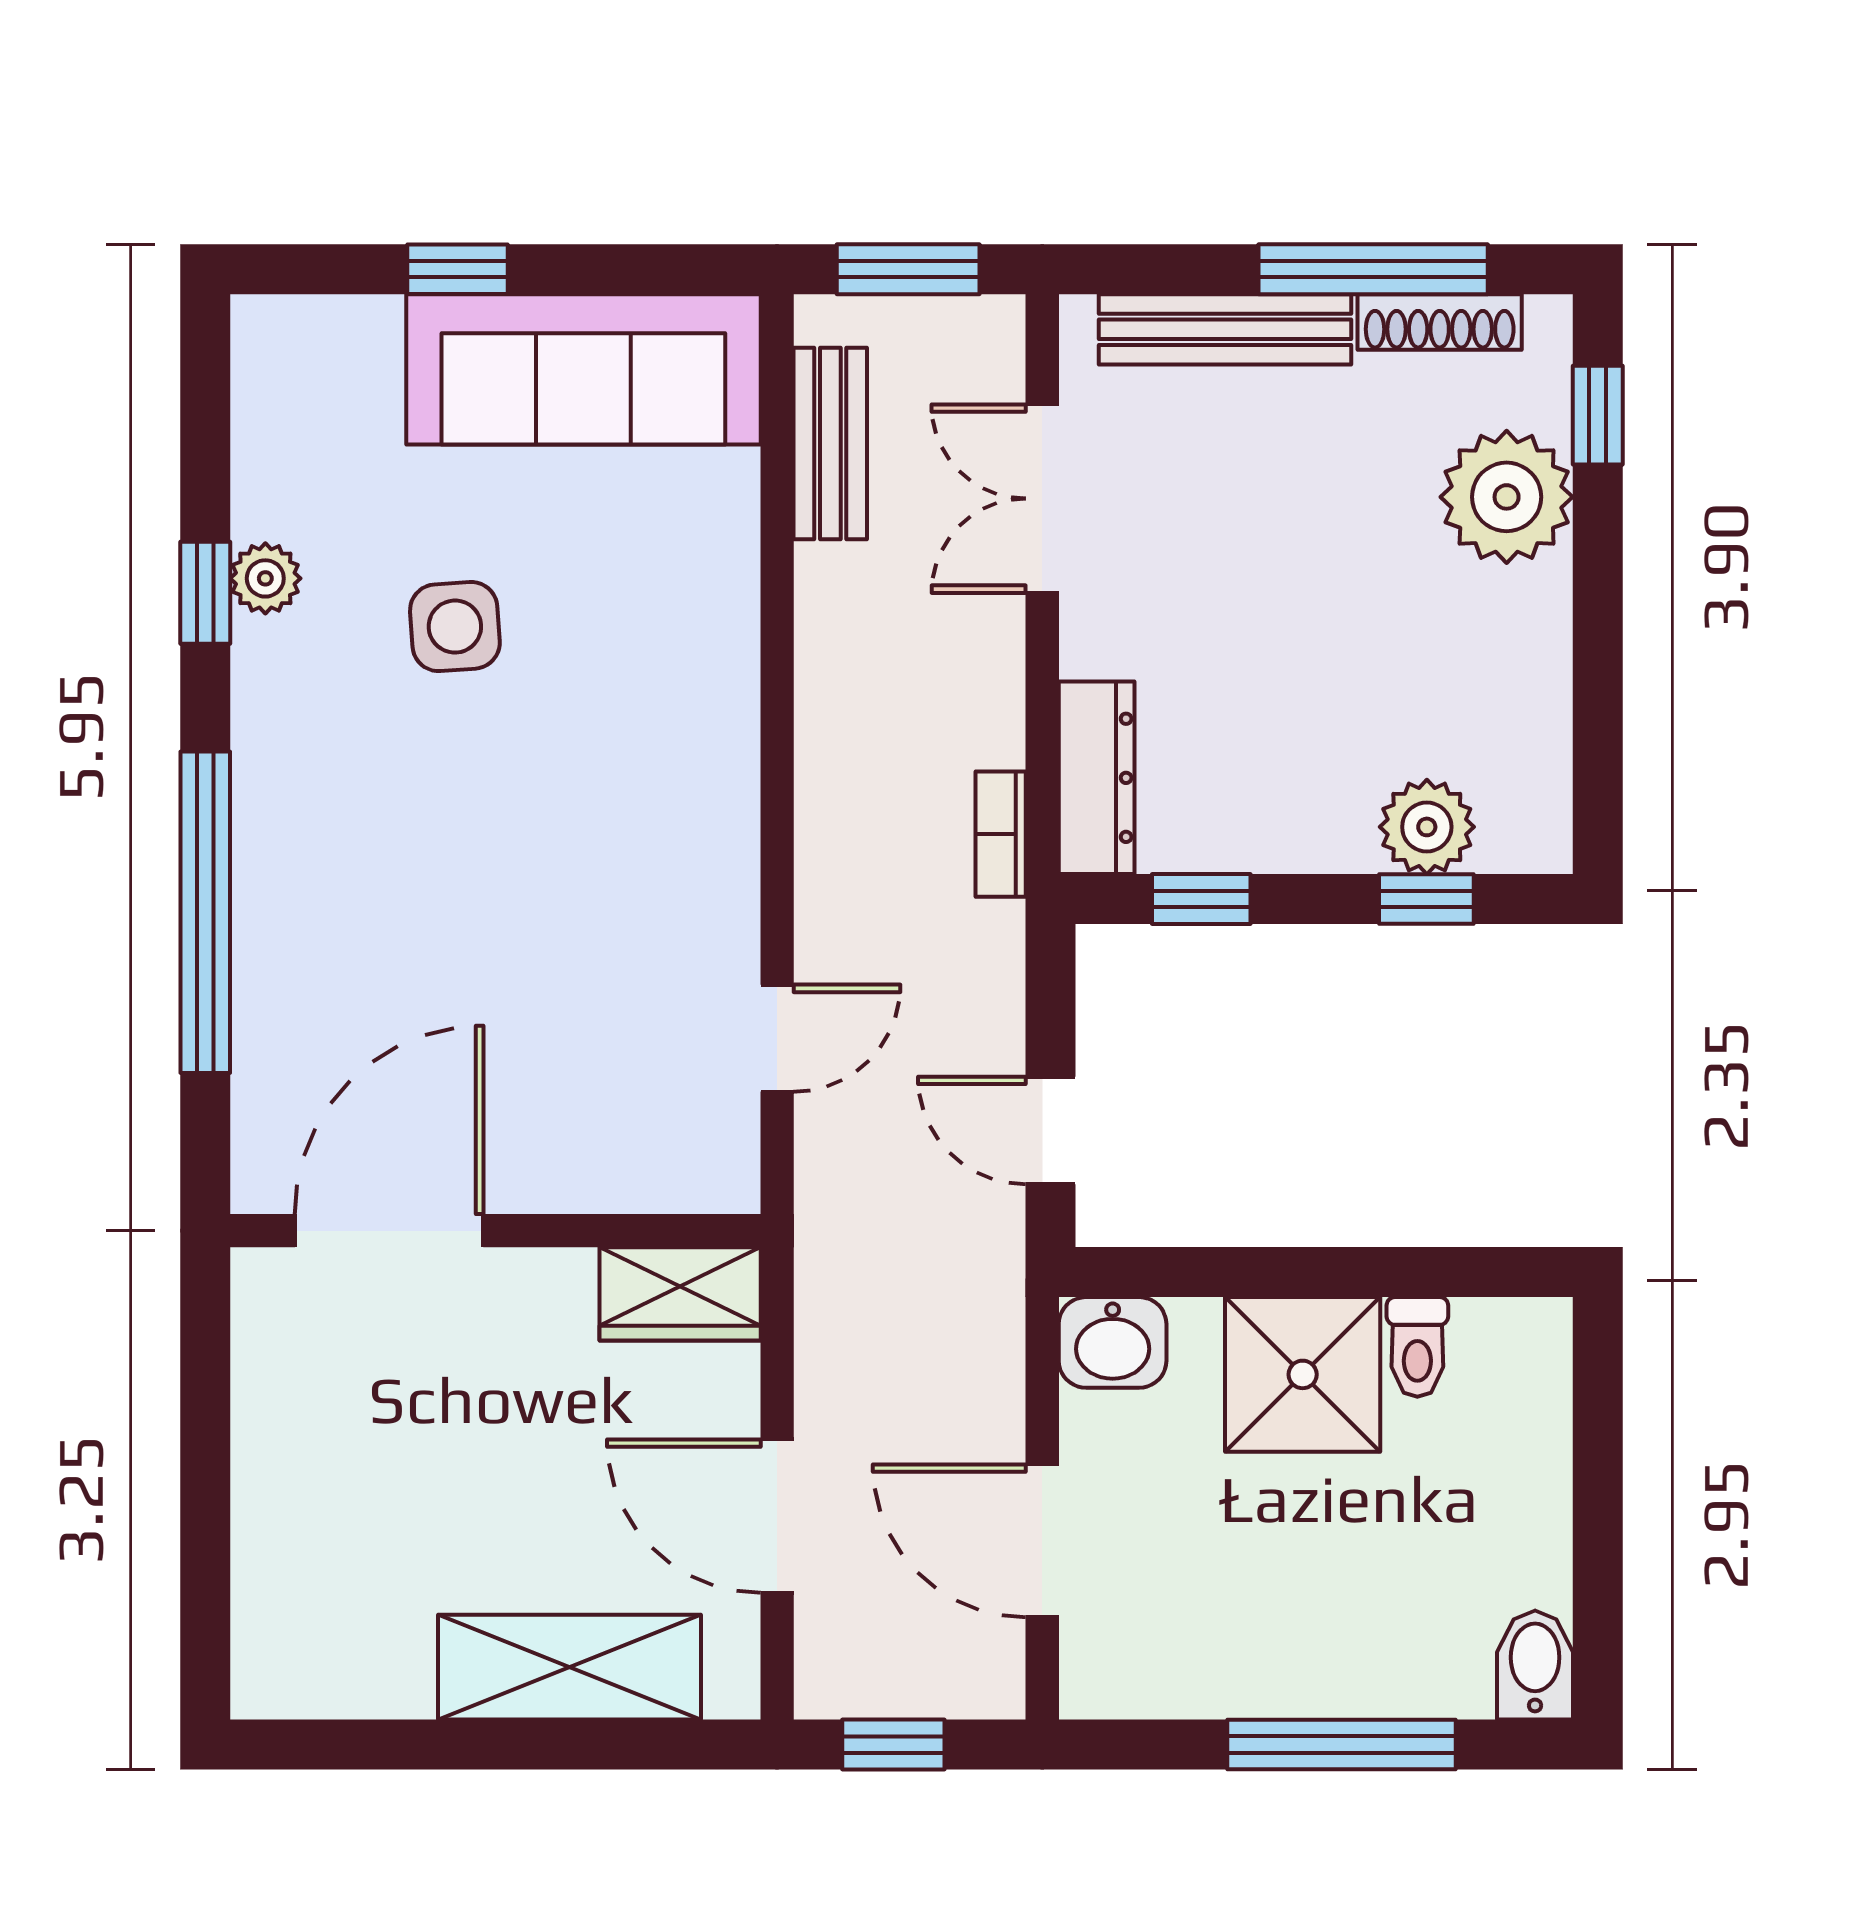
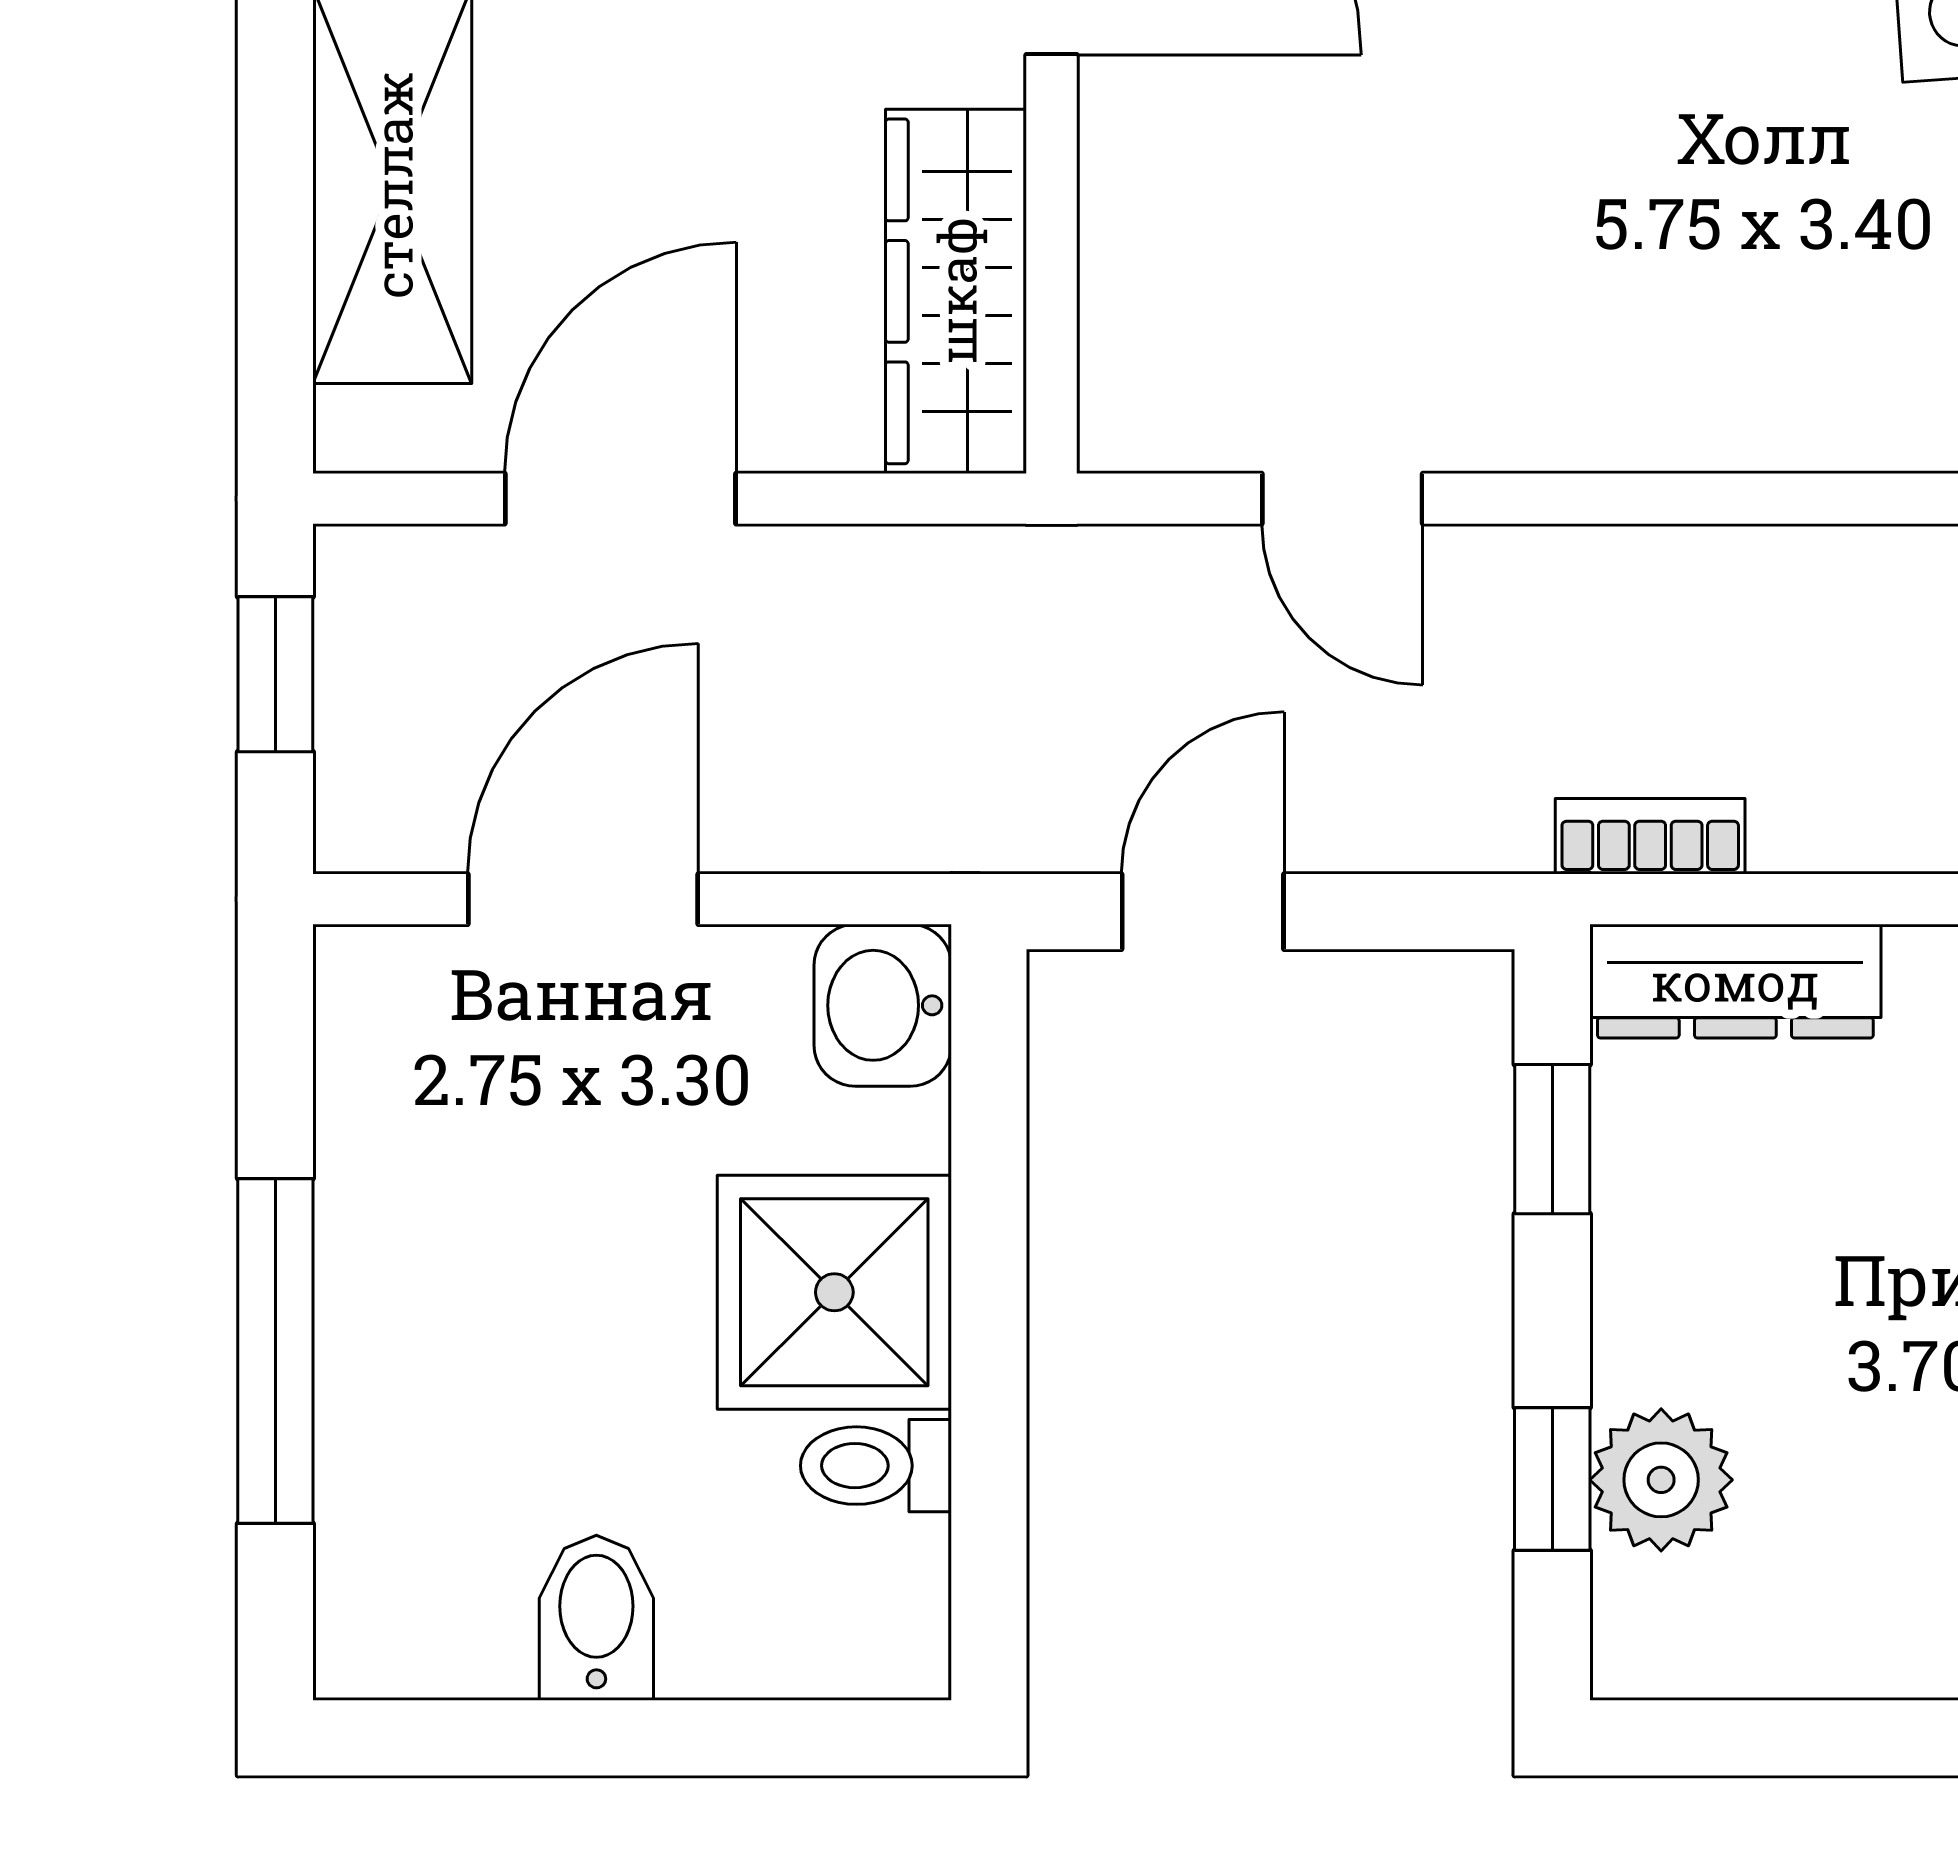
wardrobe: (680, 1294) -> (956, 291), width x1.50
bidet: (1535, 1665) -> (596, 1618), moved, turned -90

